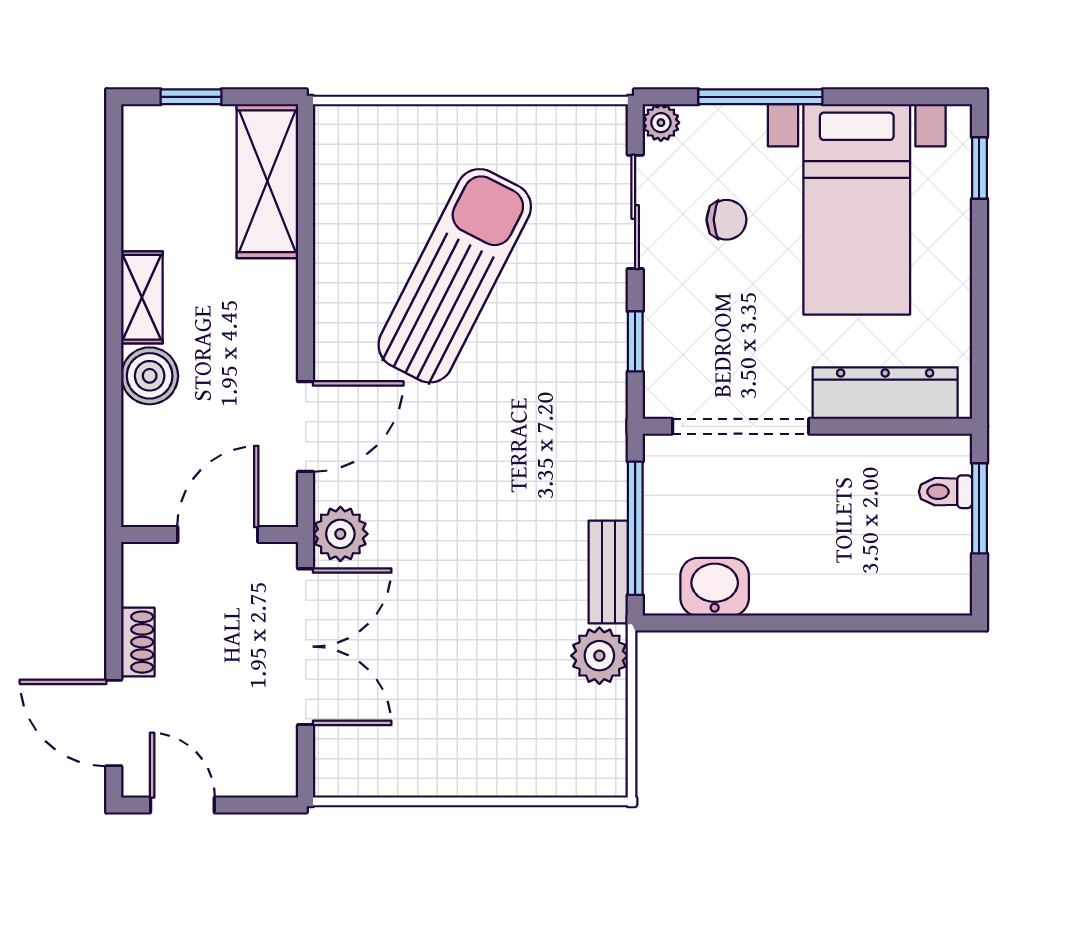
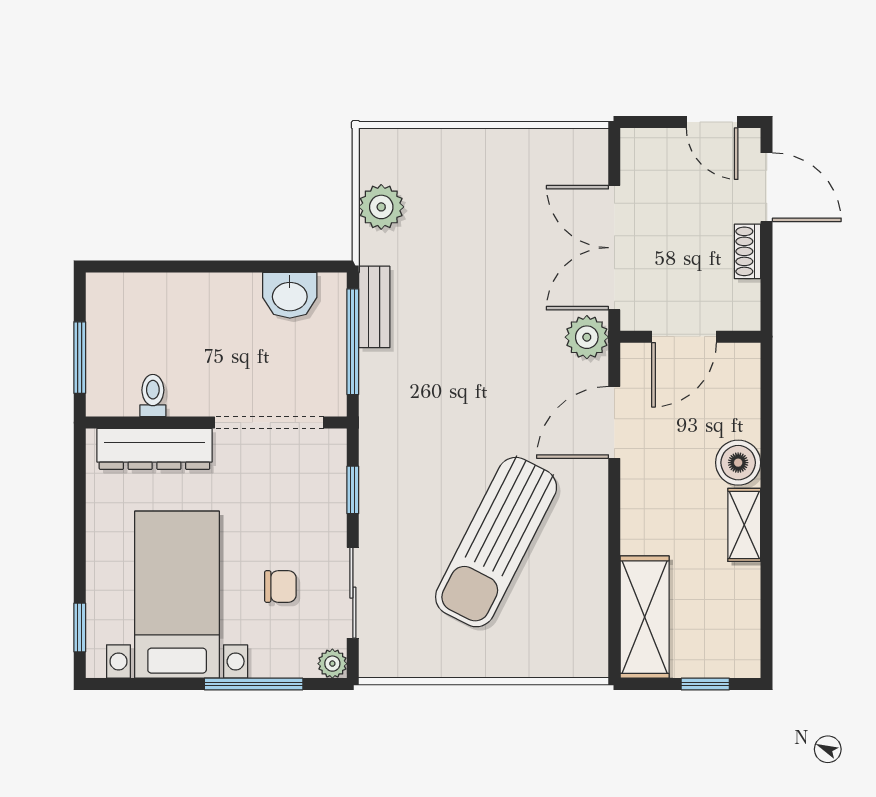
chair: (726, 220) -> (280, 586), turned 180
toilet: (945, 492) -> (153, 396), moved, turned -90
plant: (599, 656) -> (381, 207), moved

